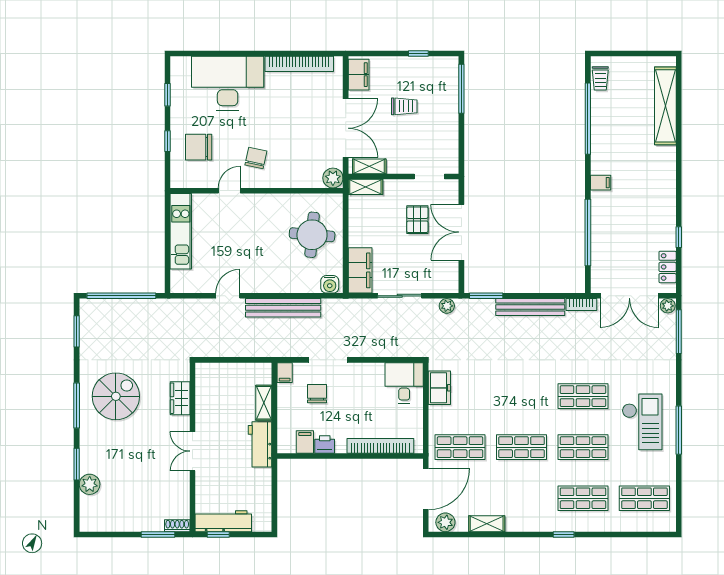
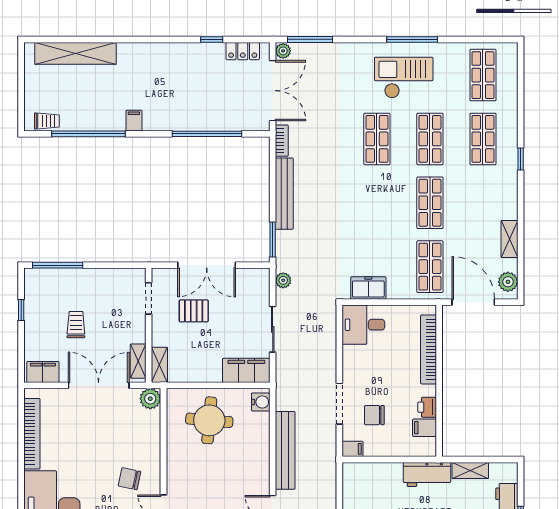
filing cabinet: (601, 183) -> (134, 121), moved
shelving: (264, 403) -> (470, 470), moved

